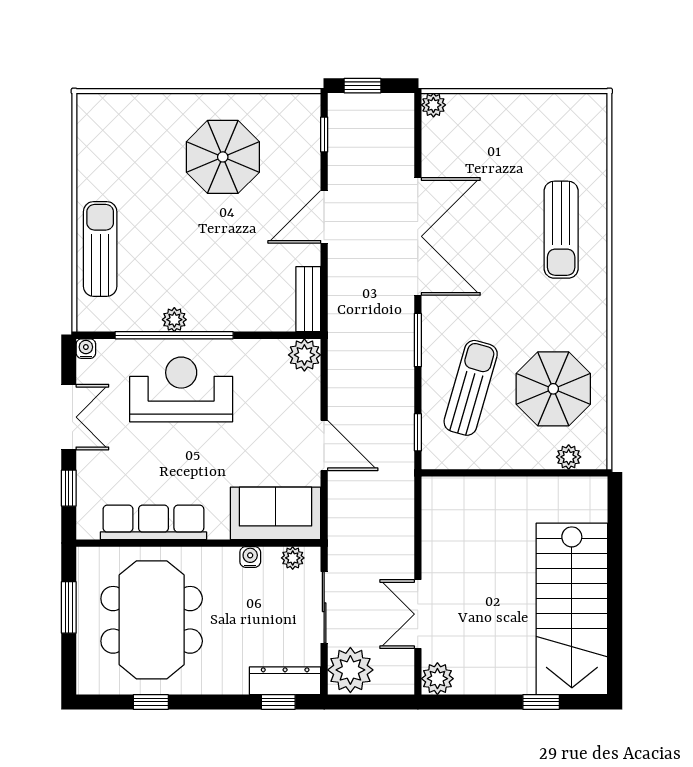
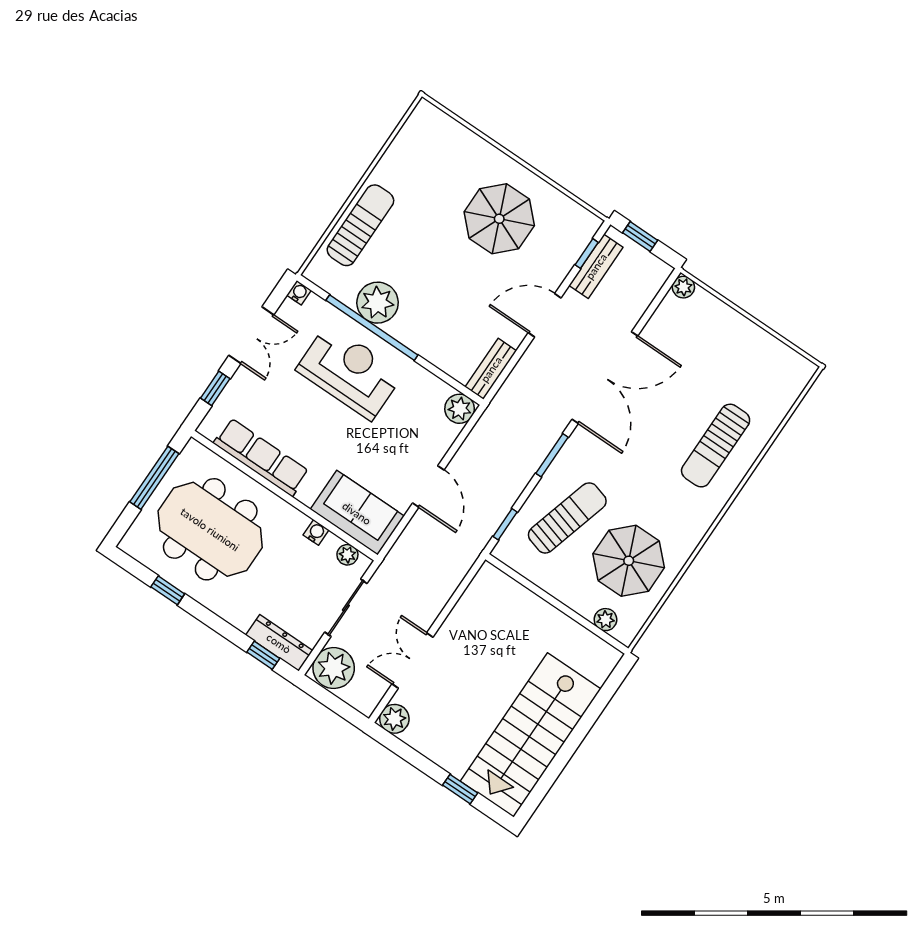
bench: (341, 140) -> (596, 266), added
plant: (174, 320) -> (378, 303), width x1.88, depth x1.88
window: (69, 607) -> (154, 478), width x1.44
meeting table: (152, 620) -> (210, 529), turned 90

